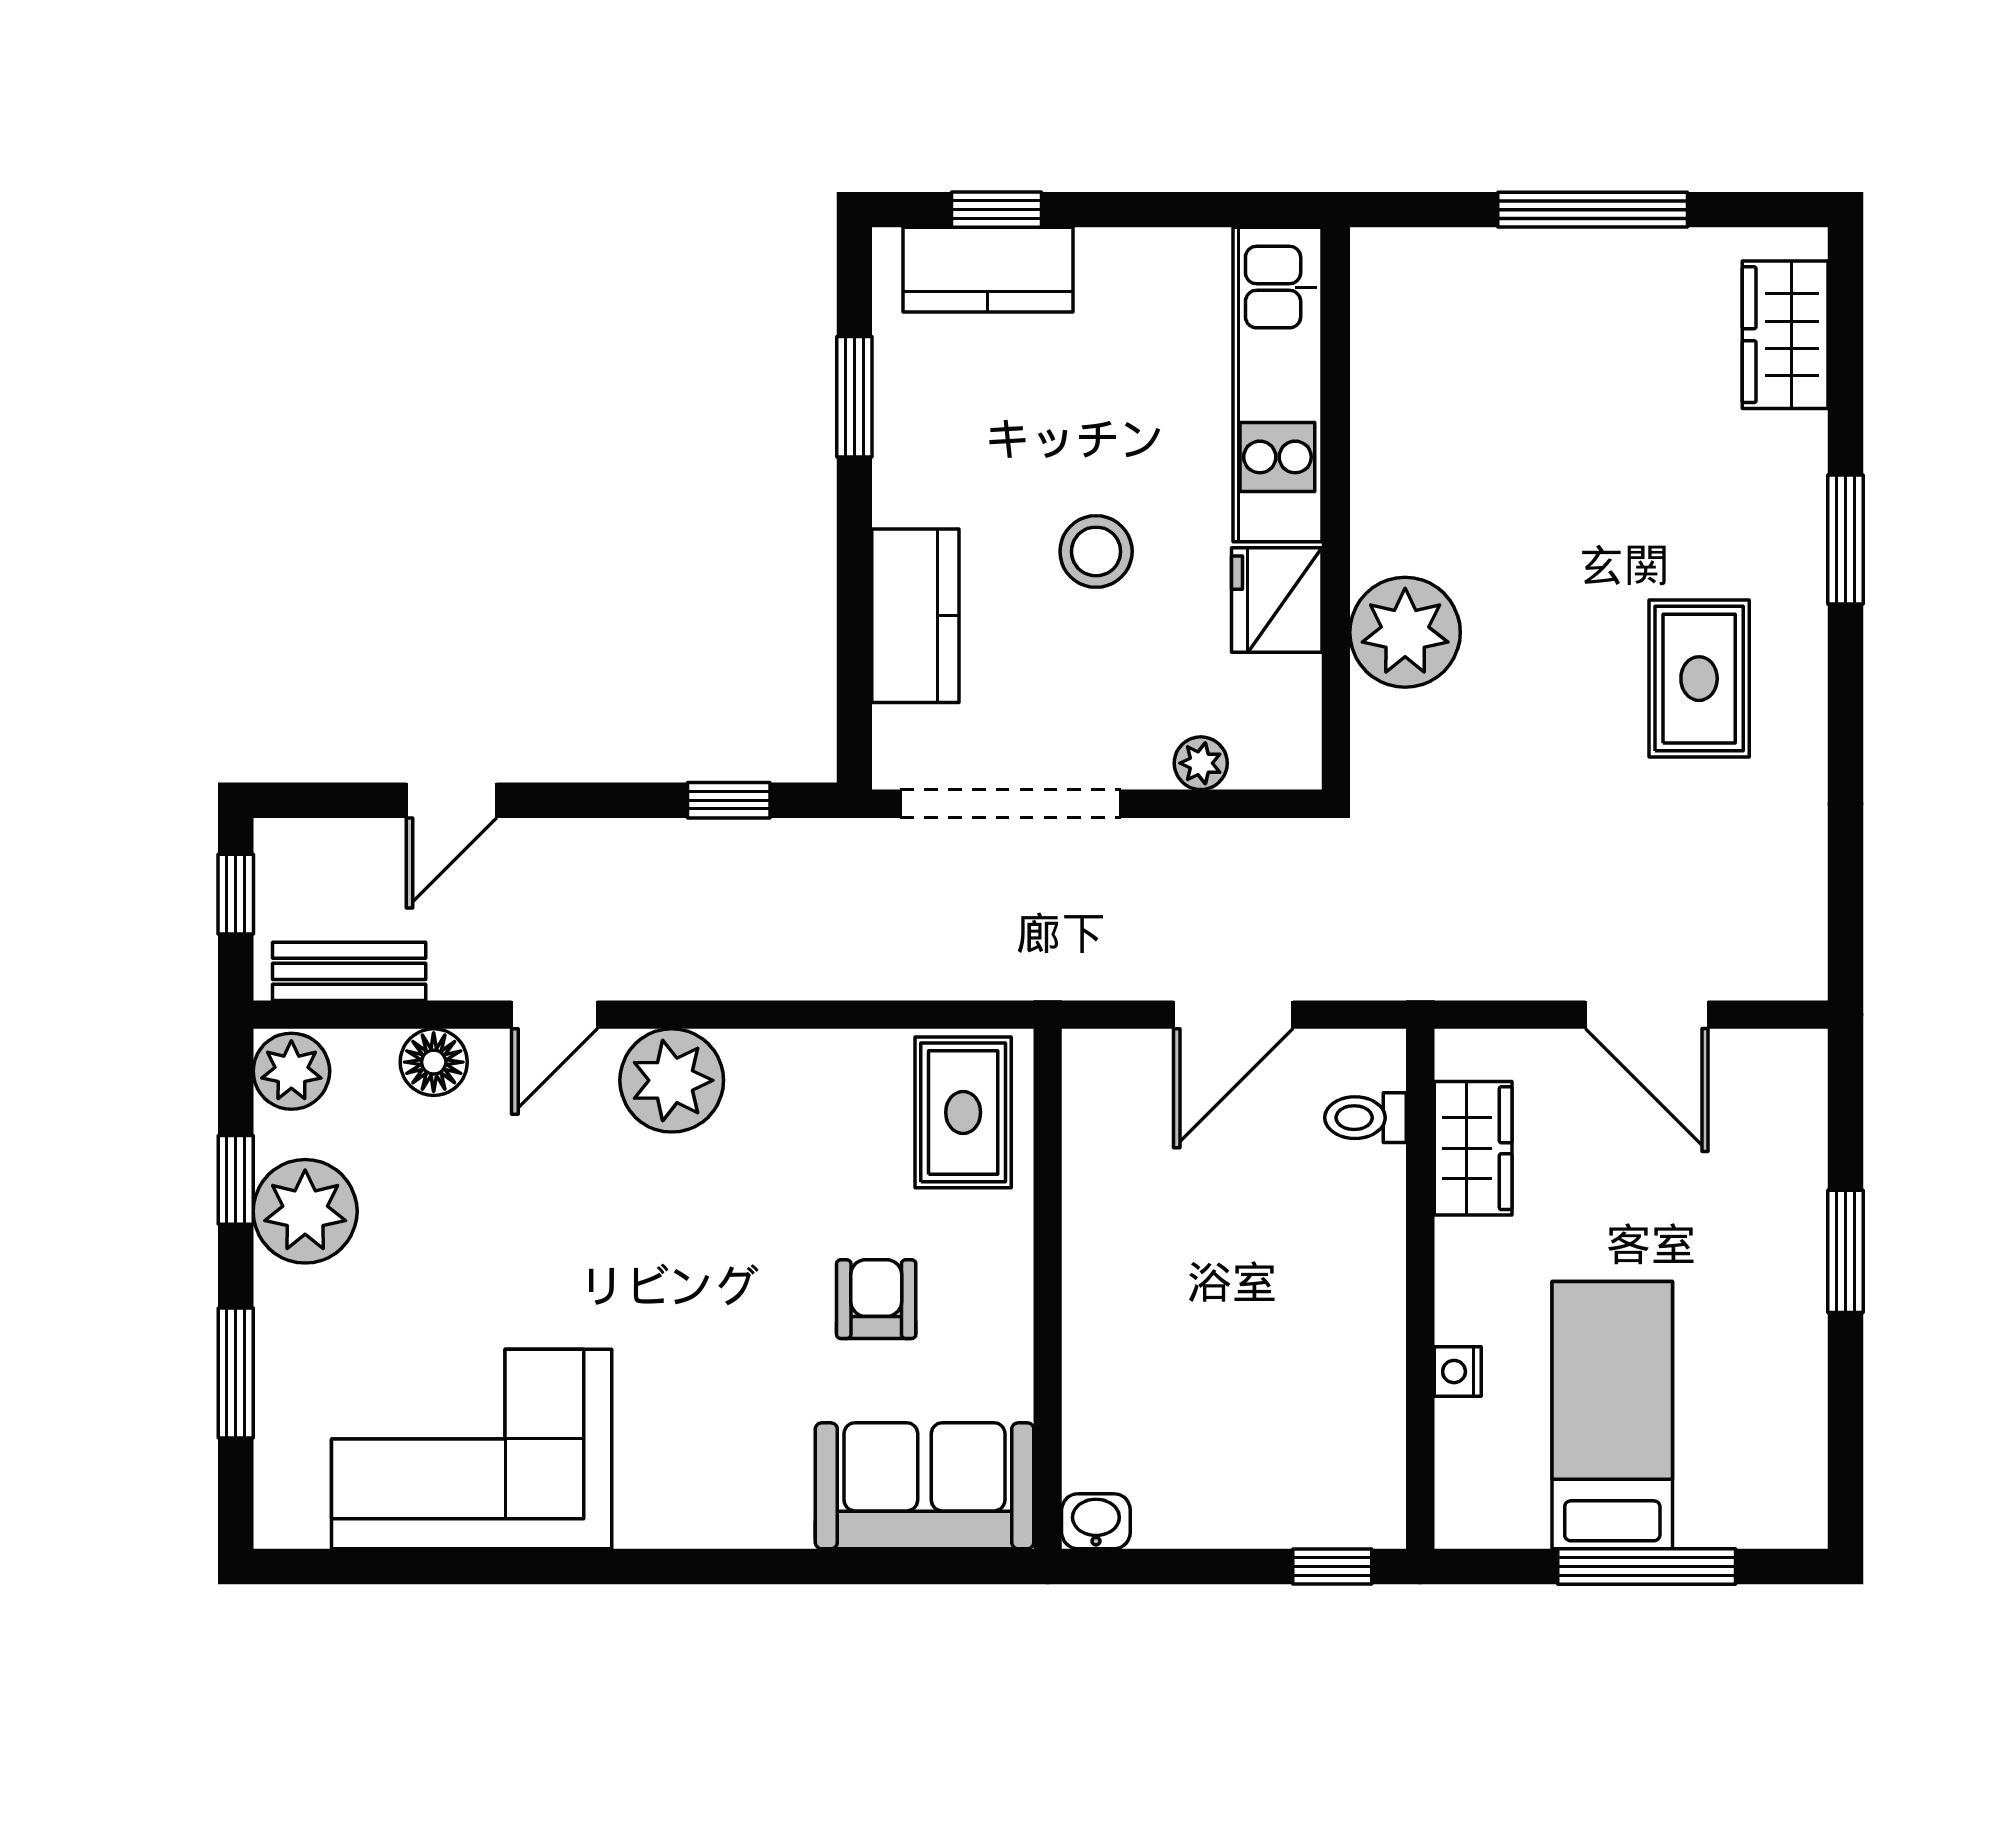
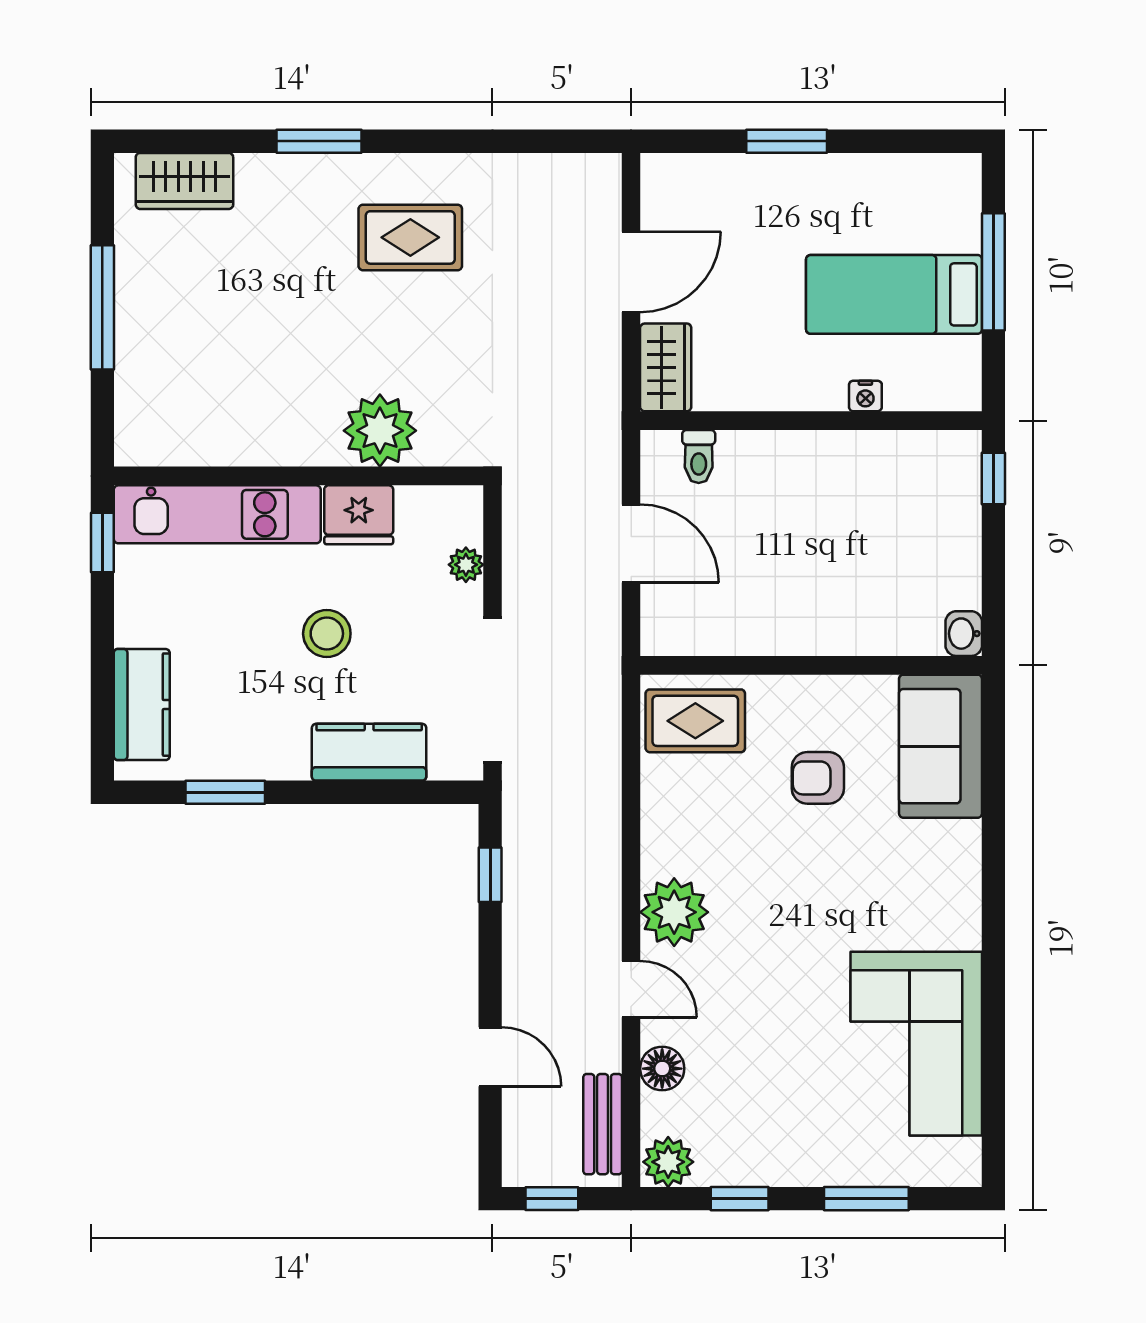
window: (997, 210) -> (102, 543), moved
wardrobe: (1473, 1148) -> (666, 367), moved, turned 90
plant: (305, 1211) -> (760, 1153), removed

